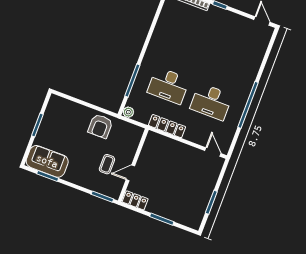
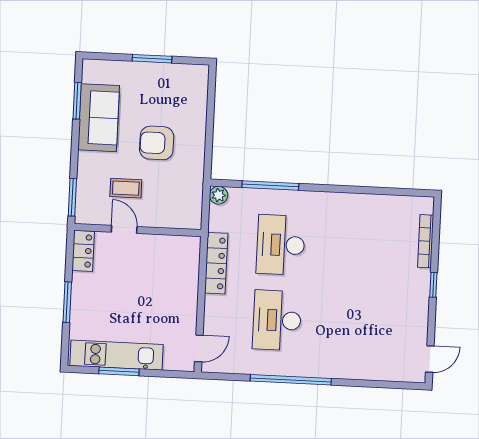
armchair: (100, 126) -> (157, 143), moved
sofa: (47, 161) -> (99, 118), moved
kitchen unit: (201, 201) -> (116, 355), added

